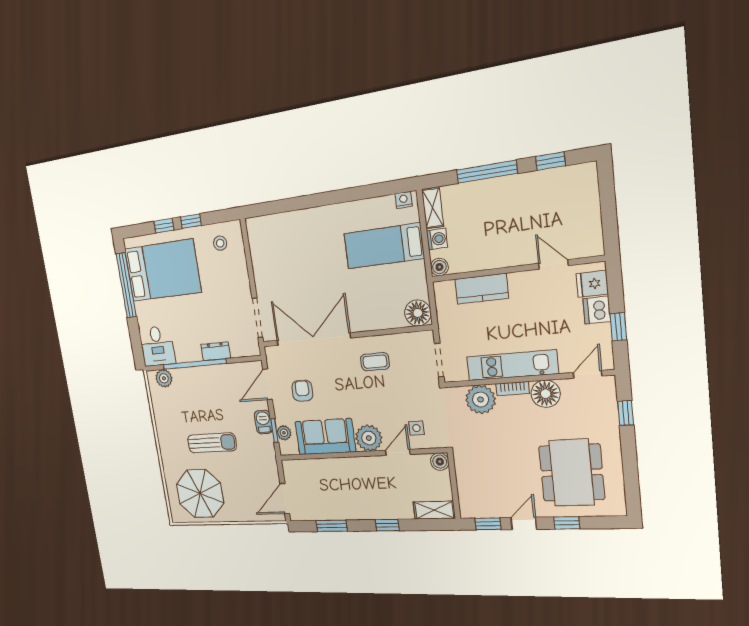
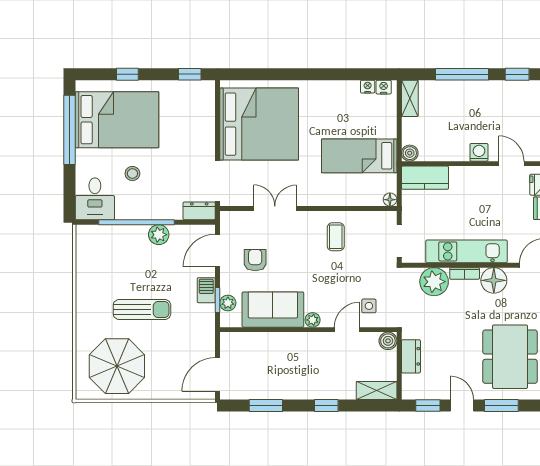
nightstand: (387, 202) -> (368, 87), added
window: (191, 221) -> (190, 74), moved
washing machine: (437, 239) -> (479, 152), moved, turned -90
stool: (220, 243) -> (132, 174), moved
bed: (384, 246) -> (359, 156), moved
bed: (287, 257) -> (259, 124), added
kitchen counter: (482, 289) -> (425, 178), moved
floor lamp: (418, 313) -> (390, 200), width x0.53, depth x0.53
double door: (313, 339) -> (275, 209), width x0.54
dresser: (216, 351) -> (199, 211), moved
coffee table: (375, 362) -> (336, 237), turned 90
plant: (164, 378) -> (159, 235), moved
plant: (369, 438) -> (313, 320), width x0.53, depth x0.53
dresser: (465, 476) -> (411, 356), added
door: (524, 523) -> (462, 405), hinge flipped
window: (567, 523) -> (501, 405), width x1.50

